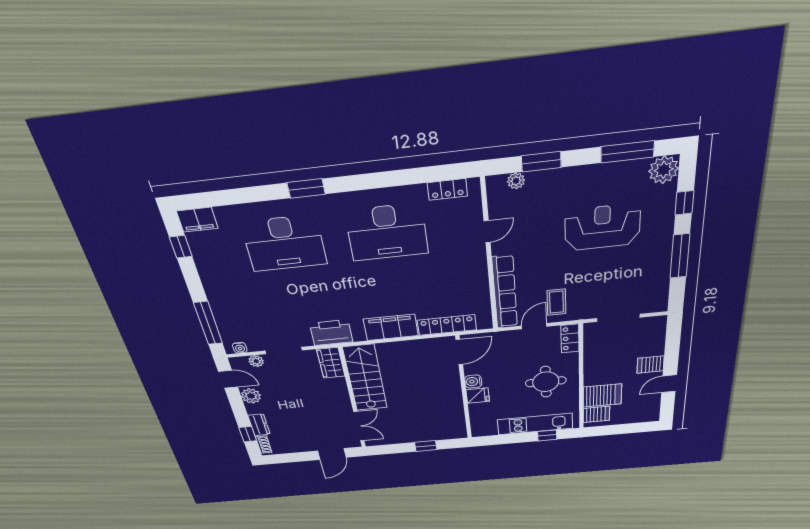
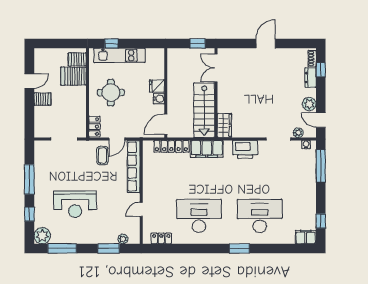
wardrobe: (331, 363) -> (224, 125), moved
stairs: (365, 378) -> (204, 110), moved
wall: (352, 399) -> (216, 93), moved
double door: (359, 426) -> (216, 68), moved

